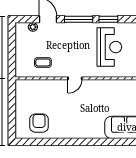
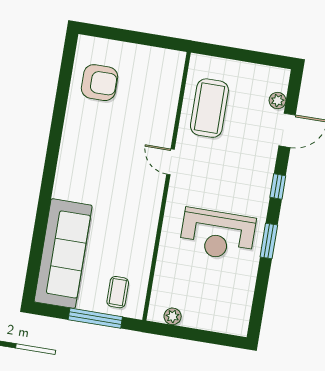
window: (79, 19) -> (278, 187), width x0.46
coffee table: (43, 62) -> (209, 108), width x1.86, depth x1.72

